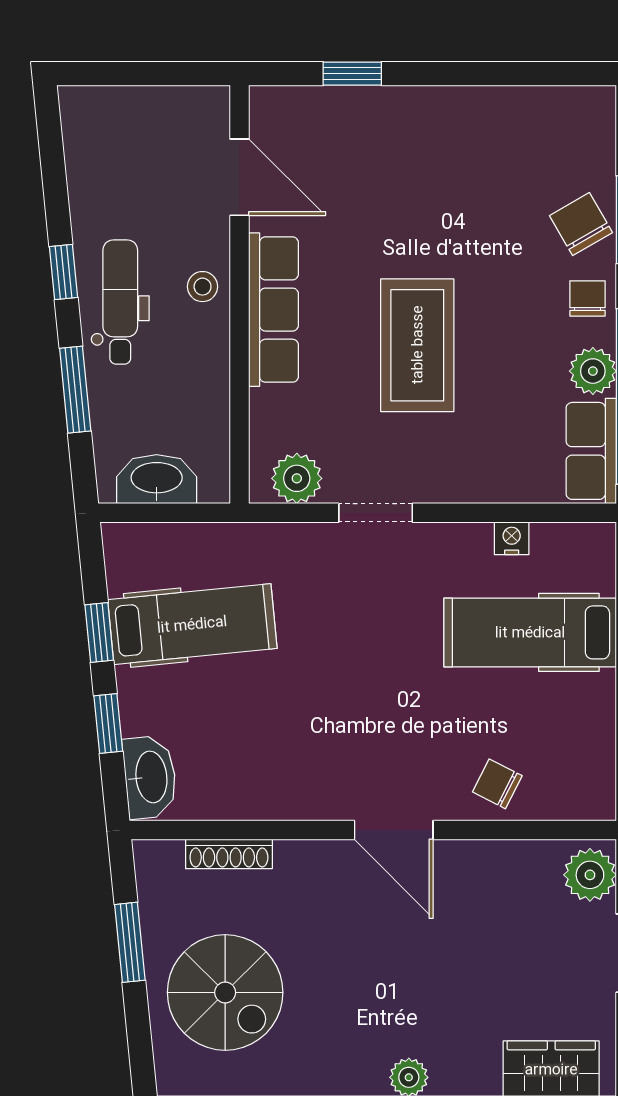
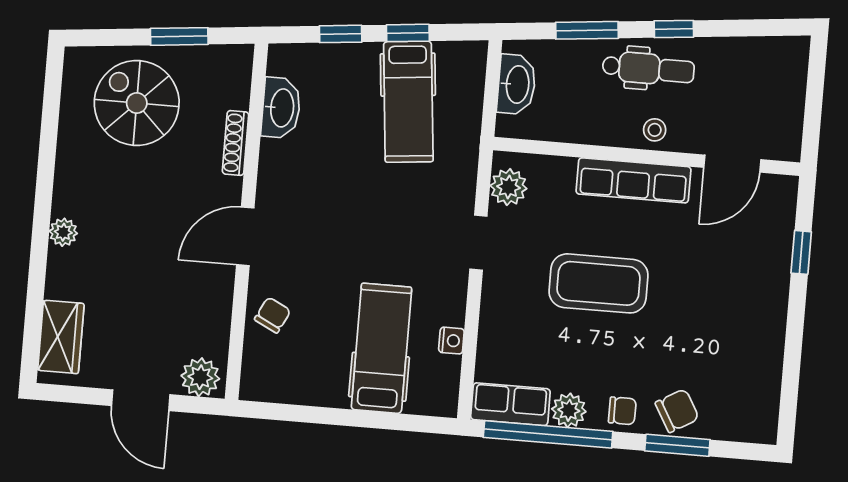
washbasin: (150, 777) -> (281, 108), moved, turned -84
shoe rack: (229, 854) -> (235, 143), moved
spiral stairs: (225, 992) -> (137, 103), turned 90

